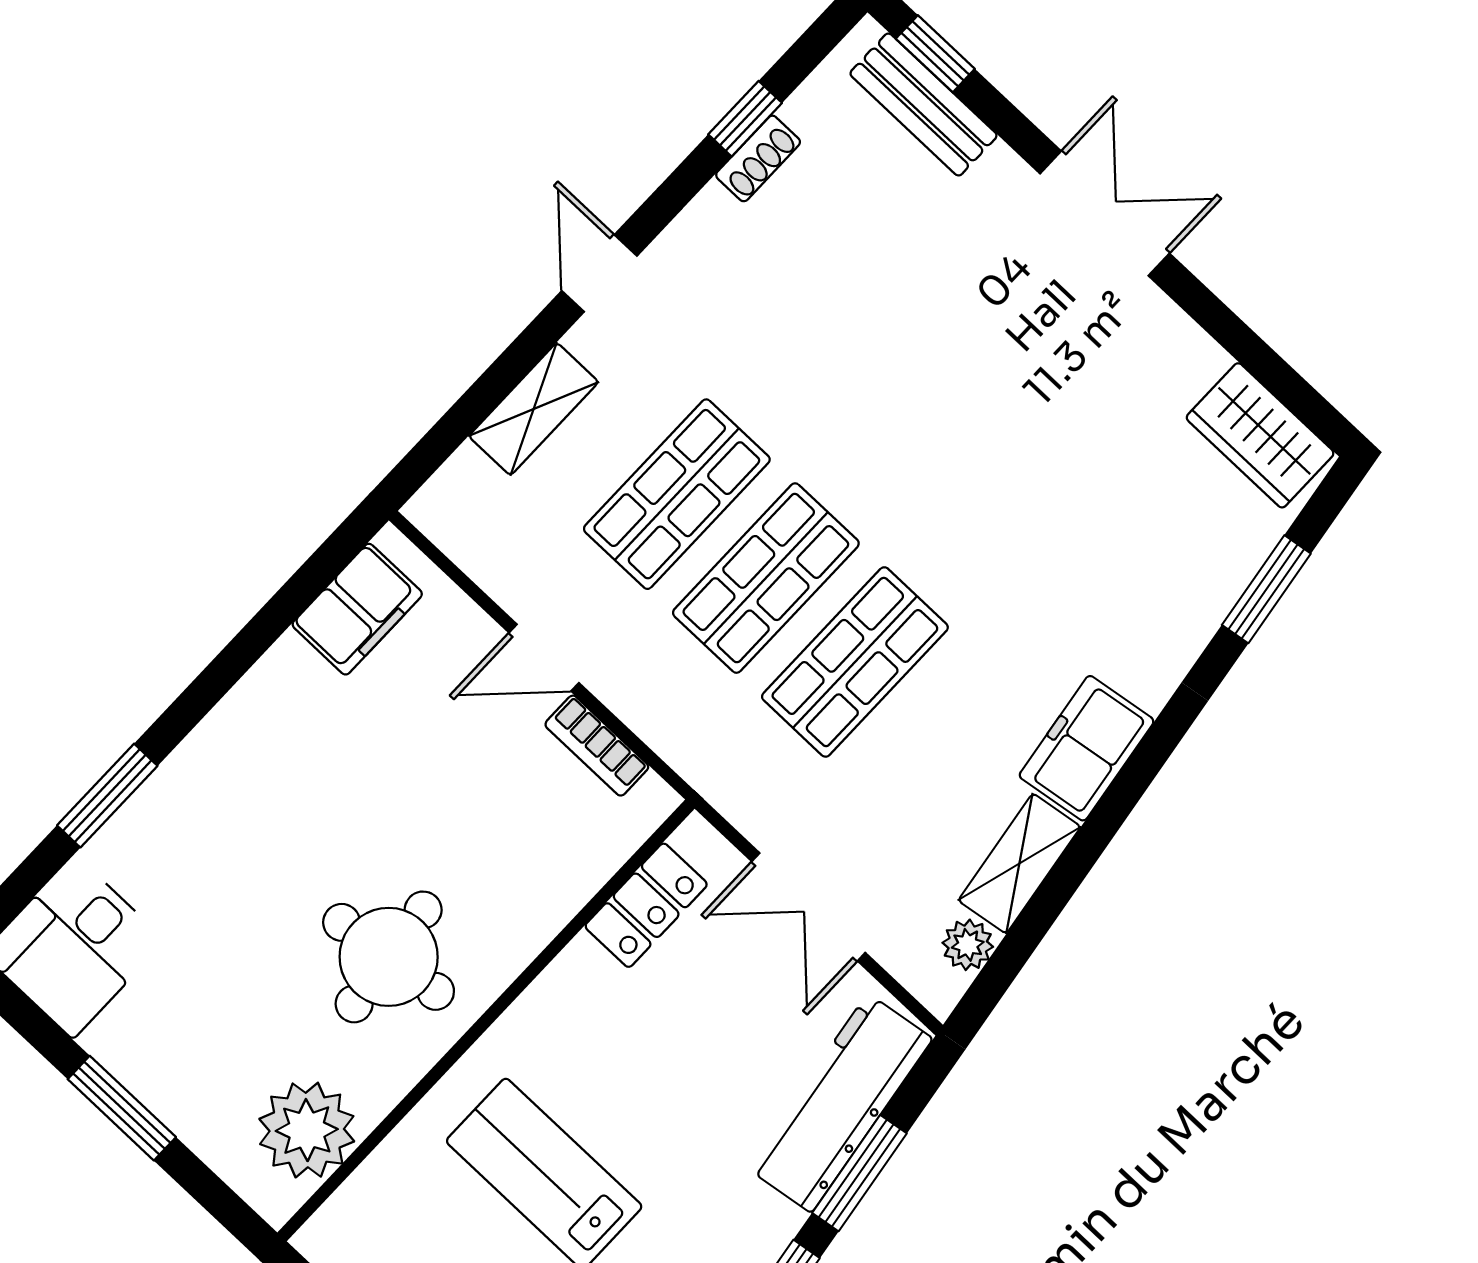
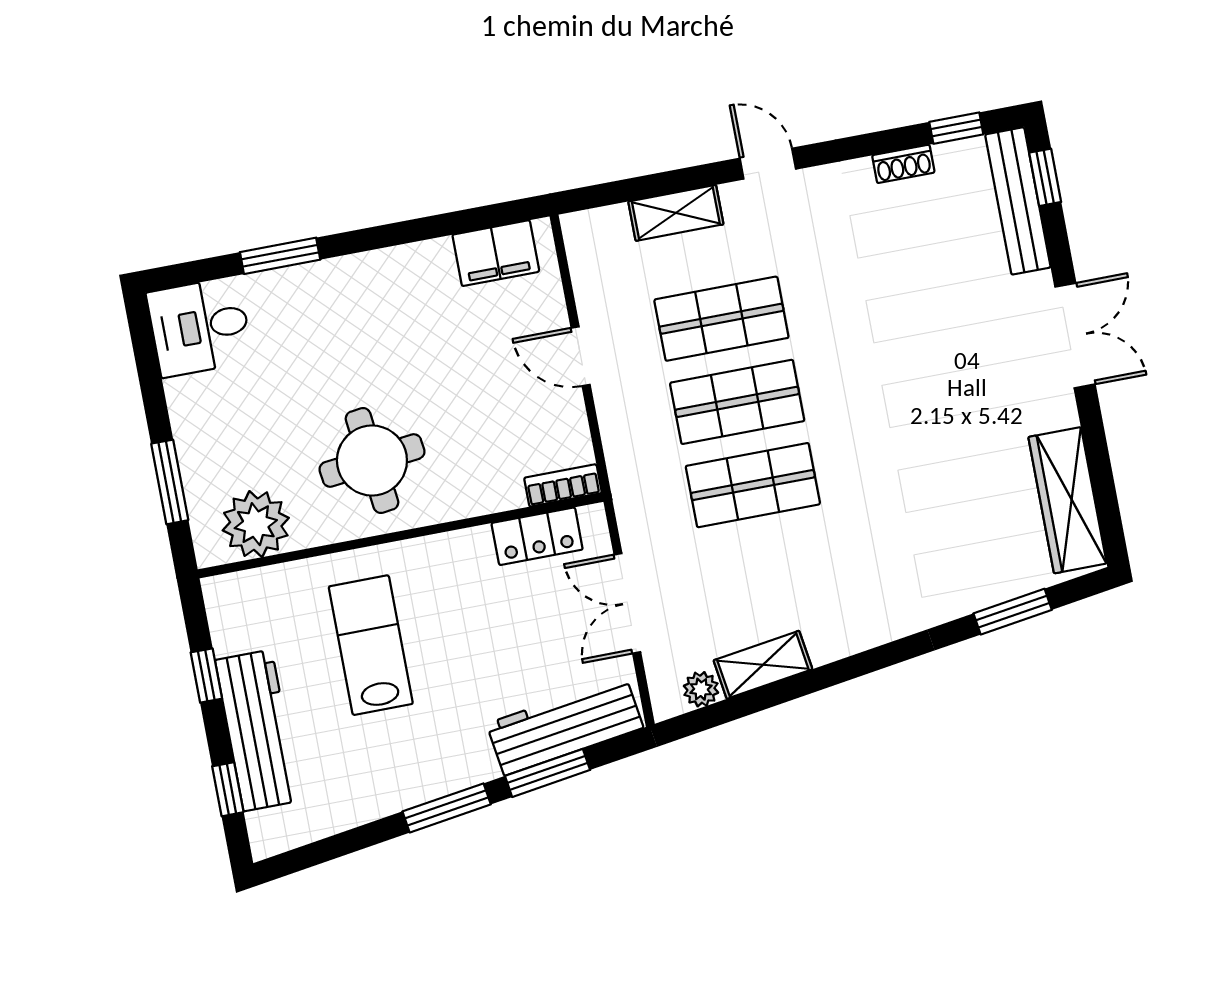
bench: (923, 104) -> (1018, 201), width x1.36
window: (745, 119) -> (956, 128), moved
door: (599, 273) -> (768, 164), hinge flipped
wardrobe: (1260, 435) -> (1067, 500), width x1.50
bookcase: (597, 746) -> (563, 485), moved, turned 90
freezer: (1087, 748) -> (847, 627), removed
window: (122, 1108) -> (170, 482), moved

